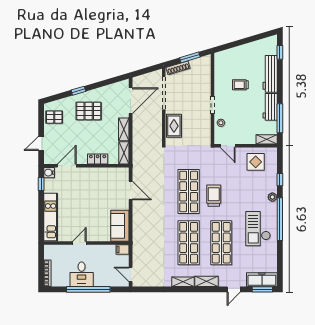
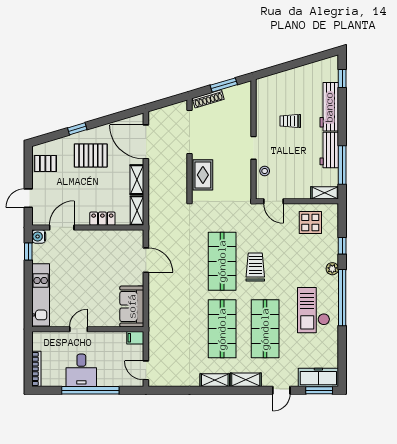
door: (131, 101) -> (146, 142), swing flipped

